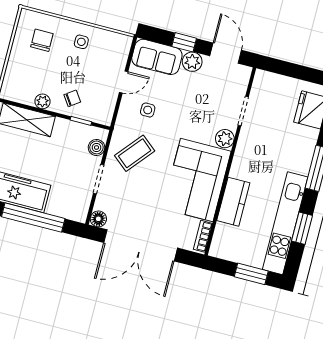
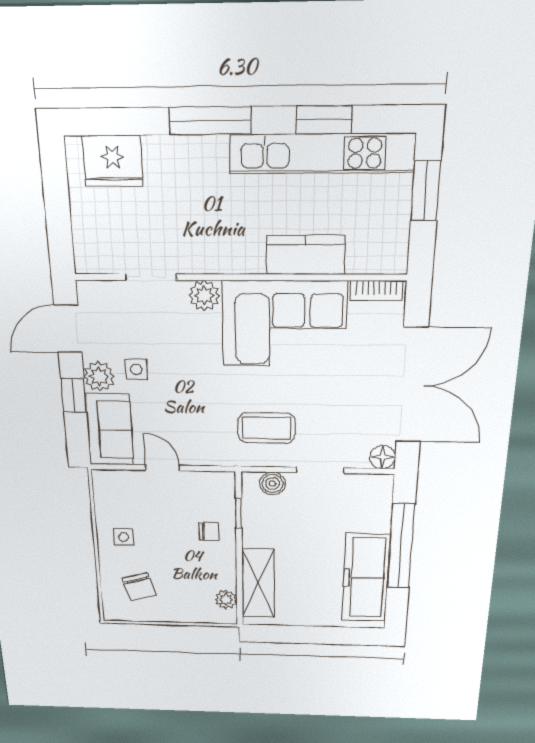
chair: (42, 40) -> (139, 587), turned -106
chair: (72, 98) -> (209, 532), turned 125
plant: (43, 101) -> (226, 599), moved
side table: (148, 110) -> (136, 369), moved
coffee table: (135, 153) -> (266, 428), turned -40

